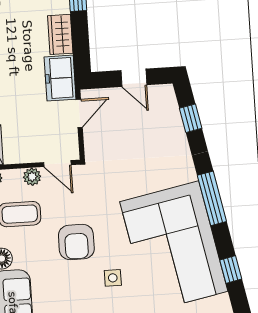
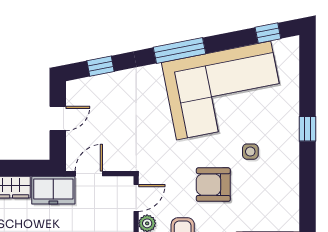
door: (79, 113) -> (89, 174), hinge flipped
armchair: (76, 242) -> (213, 185), turned 180
window: (231, 270) -> (268, 33), moved

